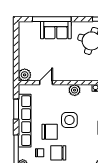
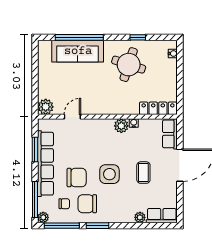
sofa: (56, 30) -> (78, 51), width x1.36
plant: (75, 90) -> (121, 126), moved
side table: (69, 120) -> (109, 174), moved

